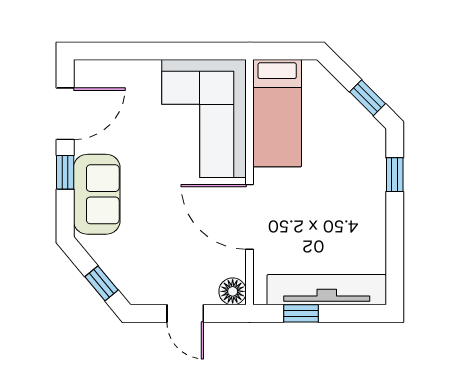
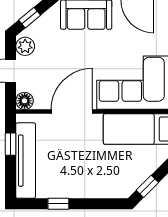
window: (395, 175) -> (58, 204), moved
plant: (147, 290) -> (25, 46), added

